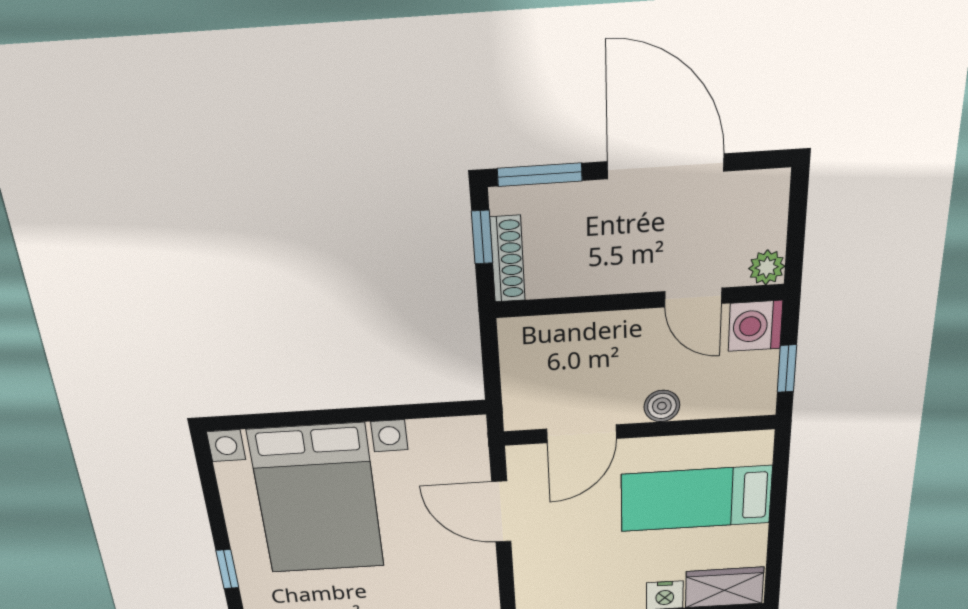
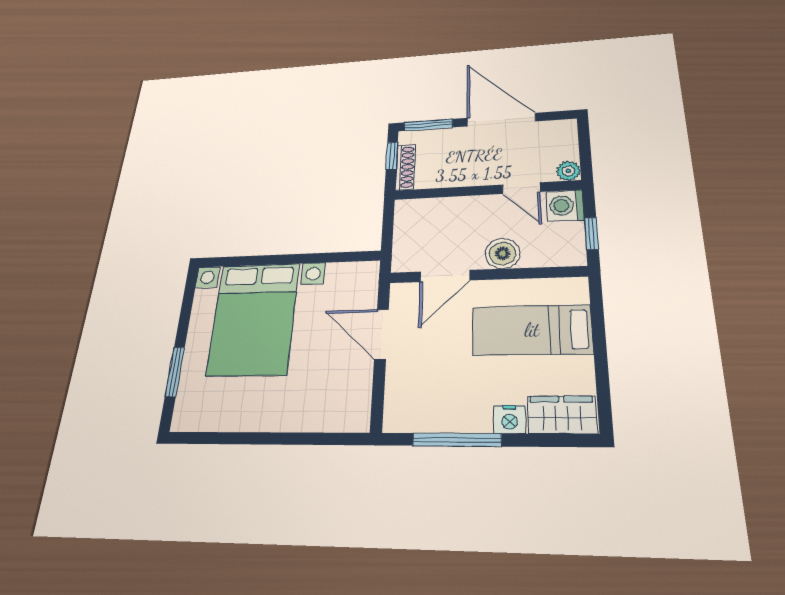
boiler: (662, 406) -> (503, 254), width x1.36, depth x1.36
window: (227, 569) -> (175, 372), width x1.50

